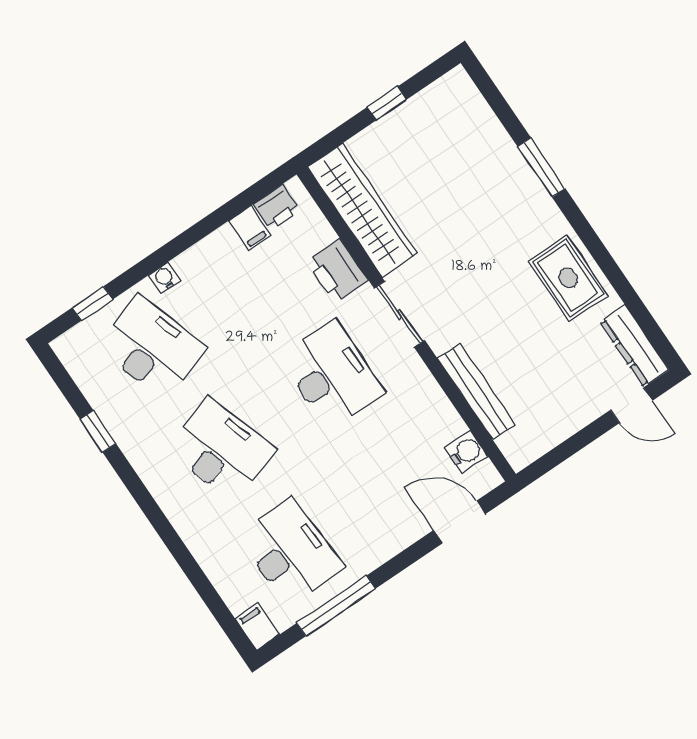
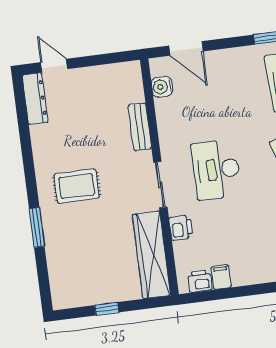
printer: (337, 271) -> (181, 228), width x0.73, depth x0.81
rug: (568, 278) -> (77, 186), moved, turned 90
bench: (476, 391) -> (140, 127), width x0.73

